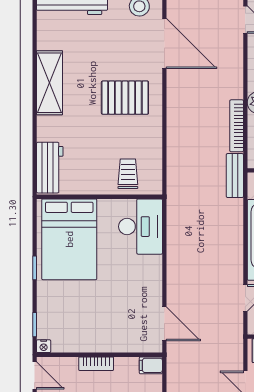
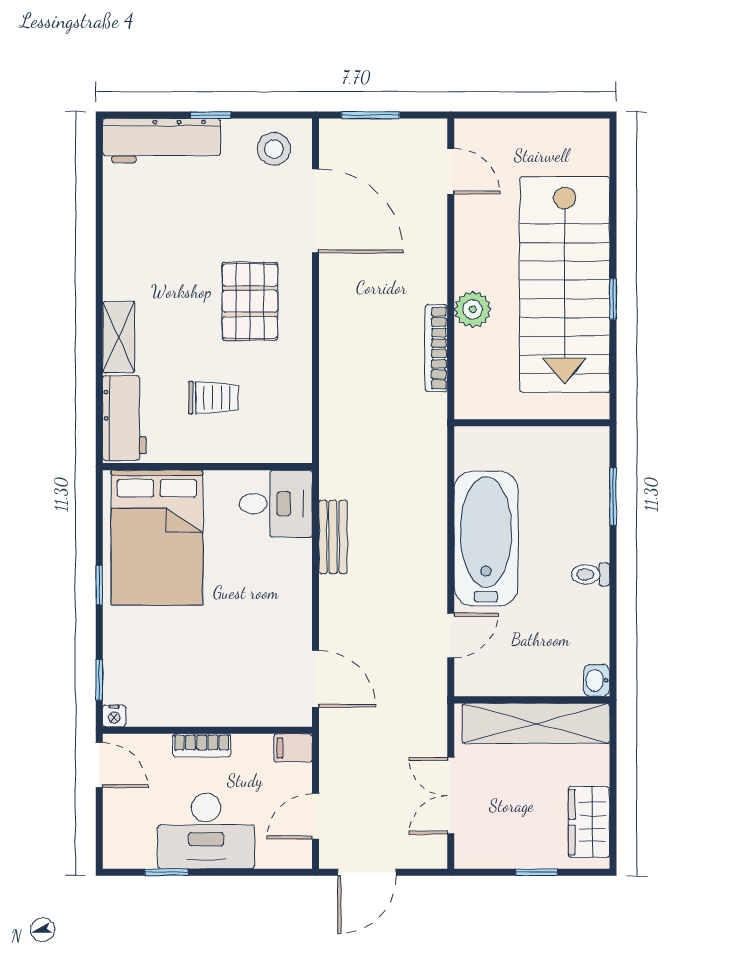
shelving: (50, 83) -> (119, 337), moved, width x0.67, depth x0.75
pallet: (125, 98) -> (250, 301), turned 90
trolley: (128, 174) -> (214, 398), moved, turned 90
bench: (235, 176) -> (333, 537), moved
desk: (140, 227) -> (276, 504), width x0.73

